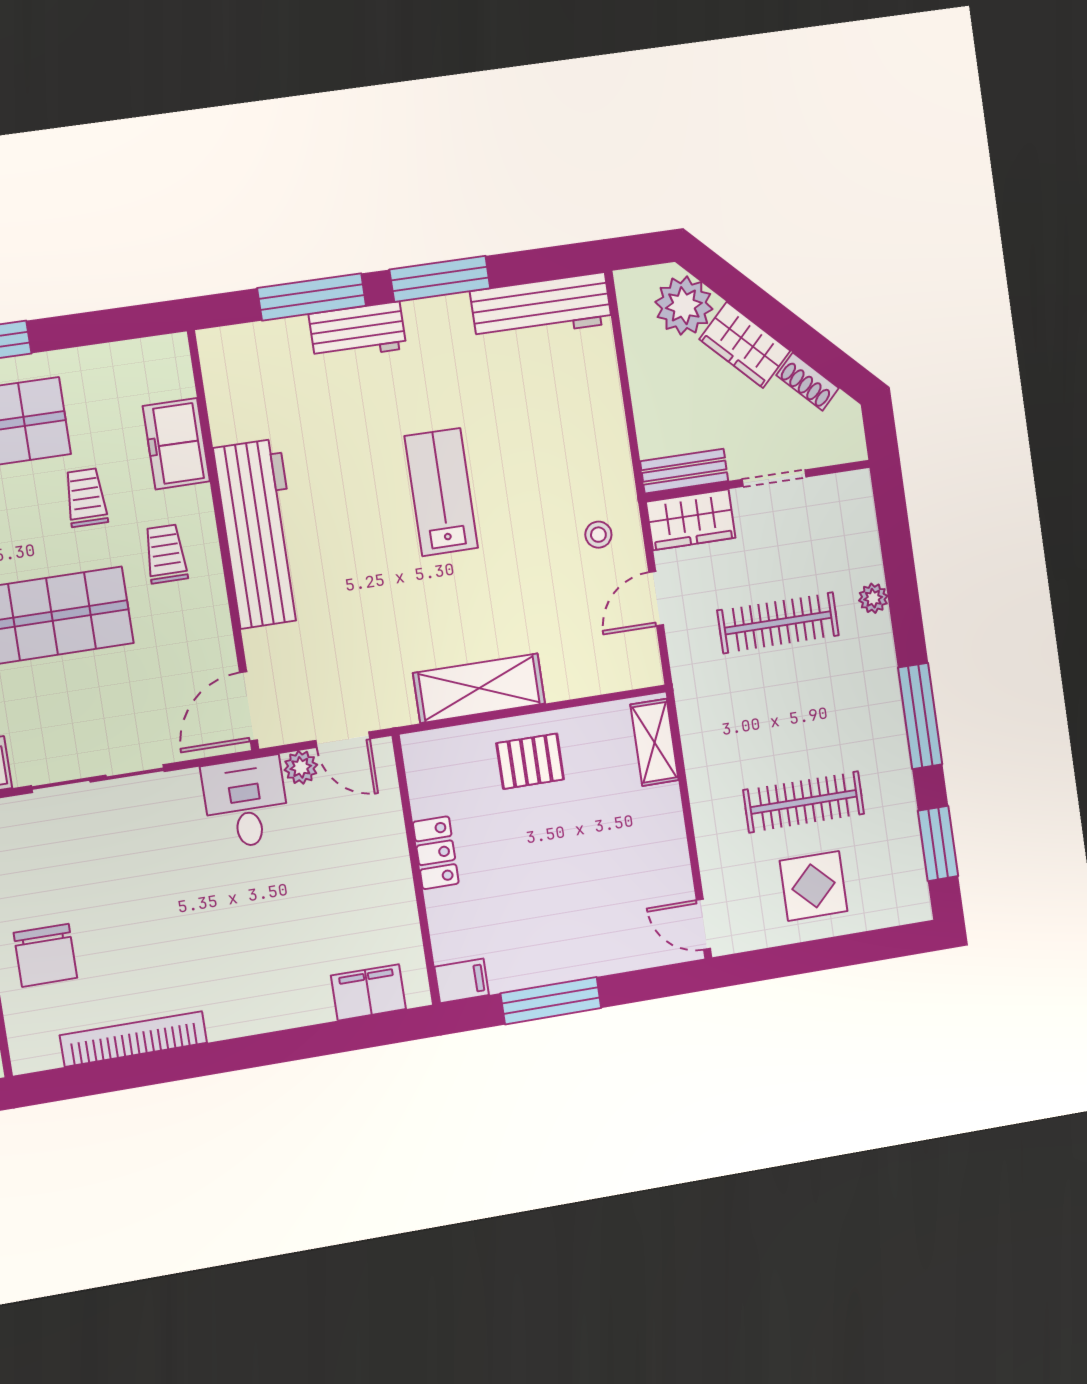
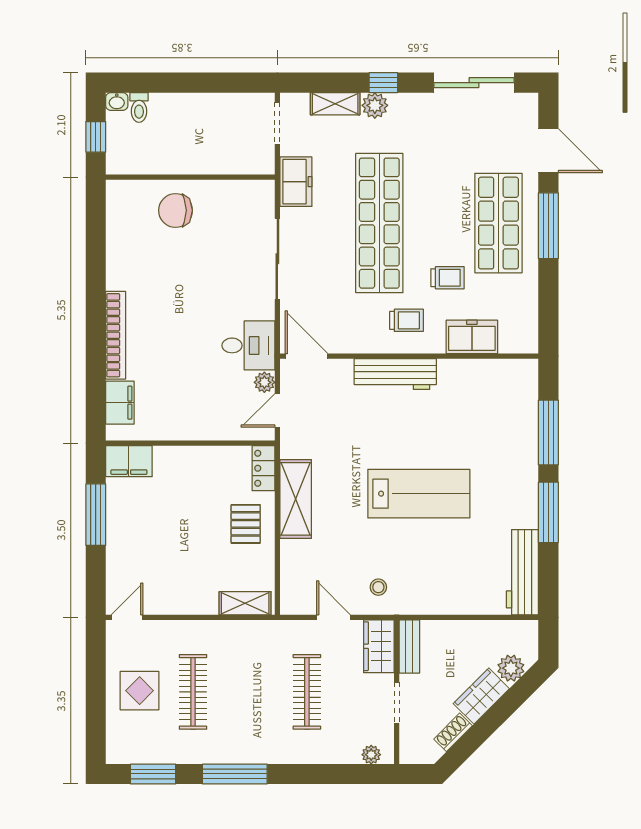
plant: (684, 306) -> (511, 668), width x0.73, depth x0.73
workbench: (358, 331) -> (524, 457), removed
lab bench: (441, 492) -> (419, 494), width x1.36, depth x1.39
workbench: (260, 534) -> (395, 374), width x0.73, depth x0.76
plant: (873, 598) -> (371, 755), moved
locker: (436, 853) -> (263, 468), moved, turned 90
filing cabinet: (462, 981) -> (129, 461), width x2.00
bookcase: (134, 1039) -> (116, 335), moved

